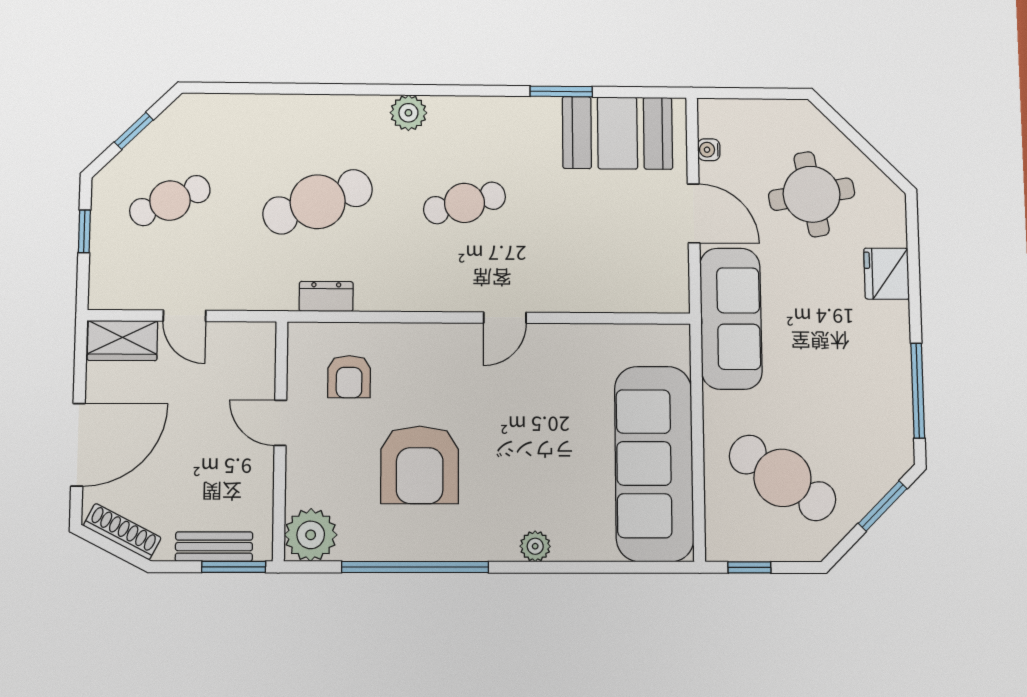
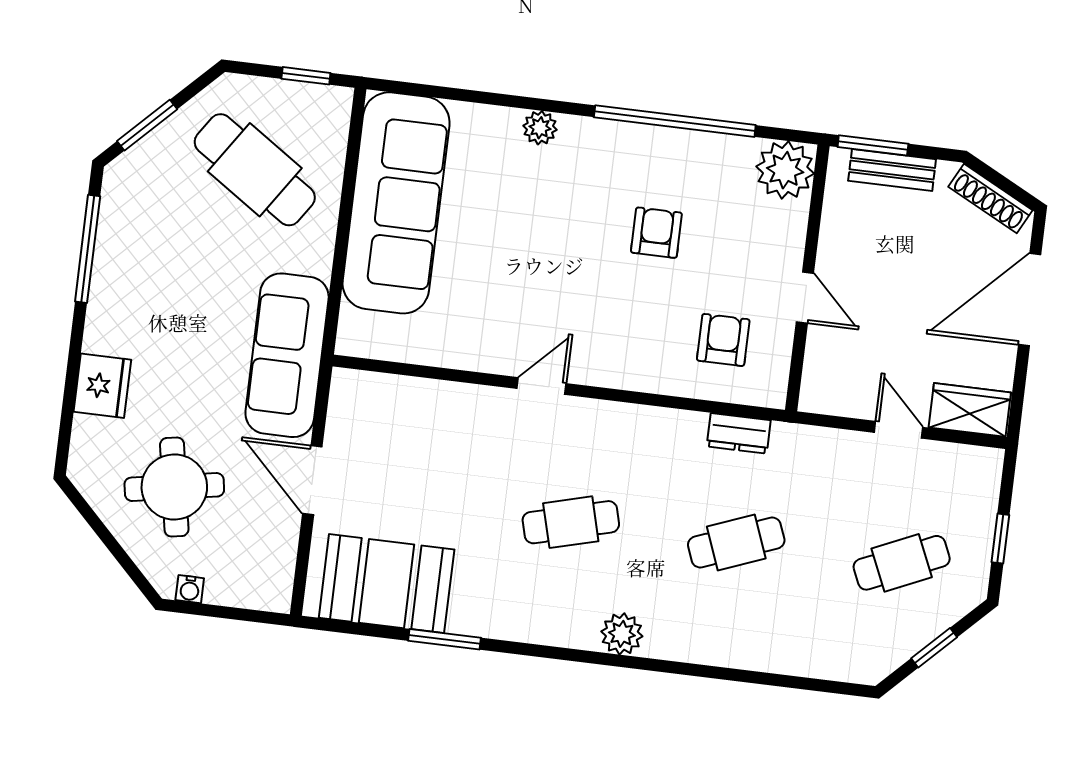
water cooler: (709, 150) -> (190, 589), moved, turned 90
cafe table: (318, 202) -> (736, 543), width x0.73, depth x0.74
armchair: (420, 465) -> (656, 233), width x0.53, depth x0.53

